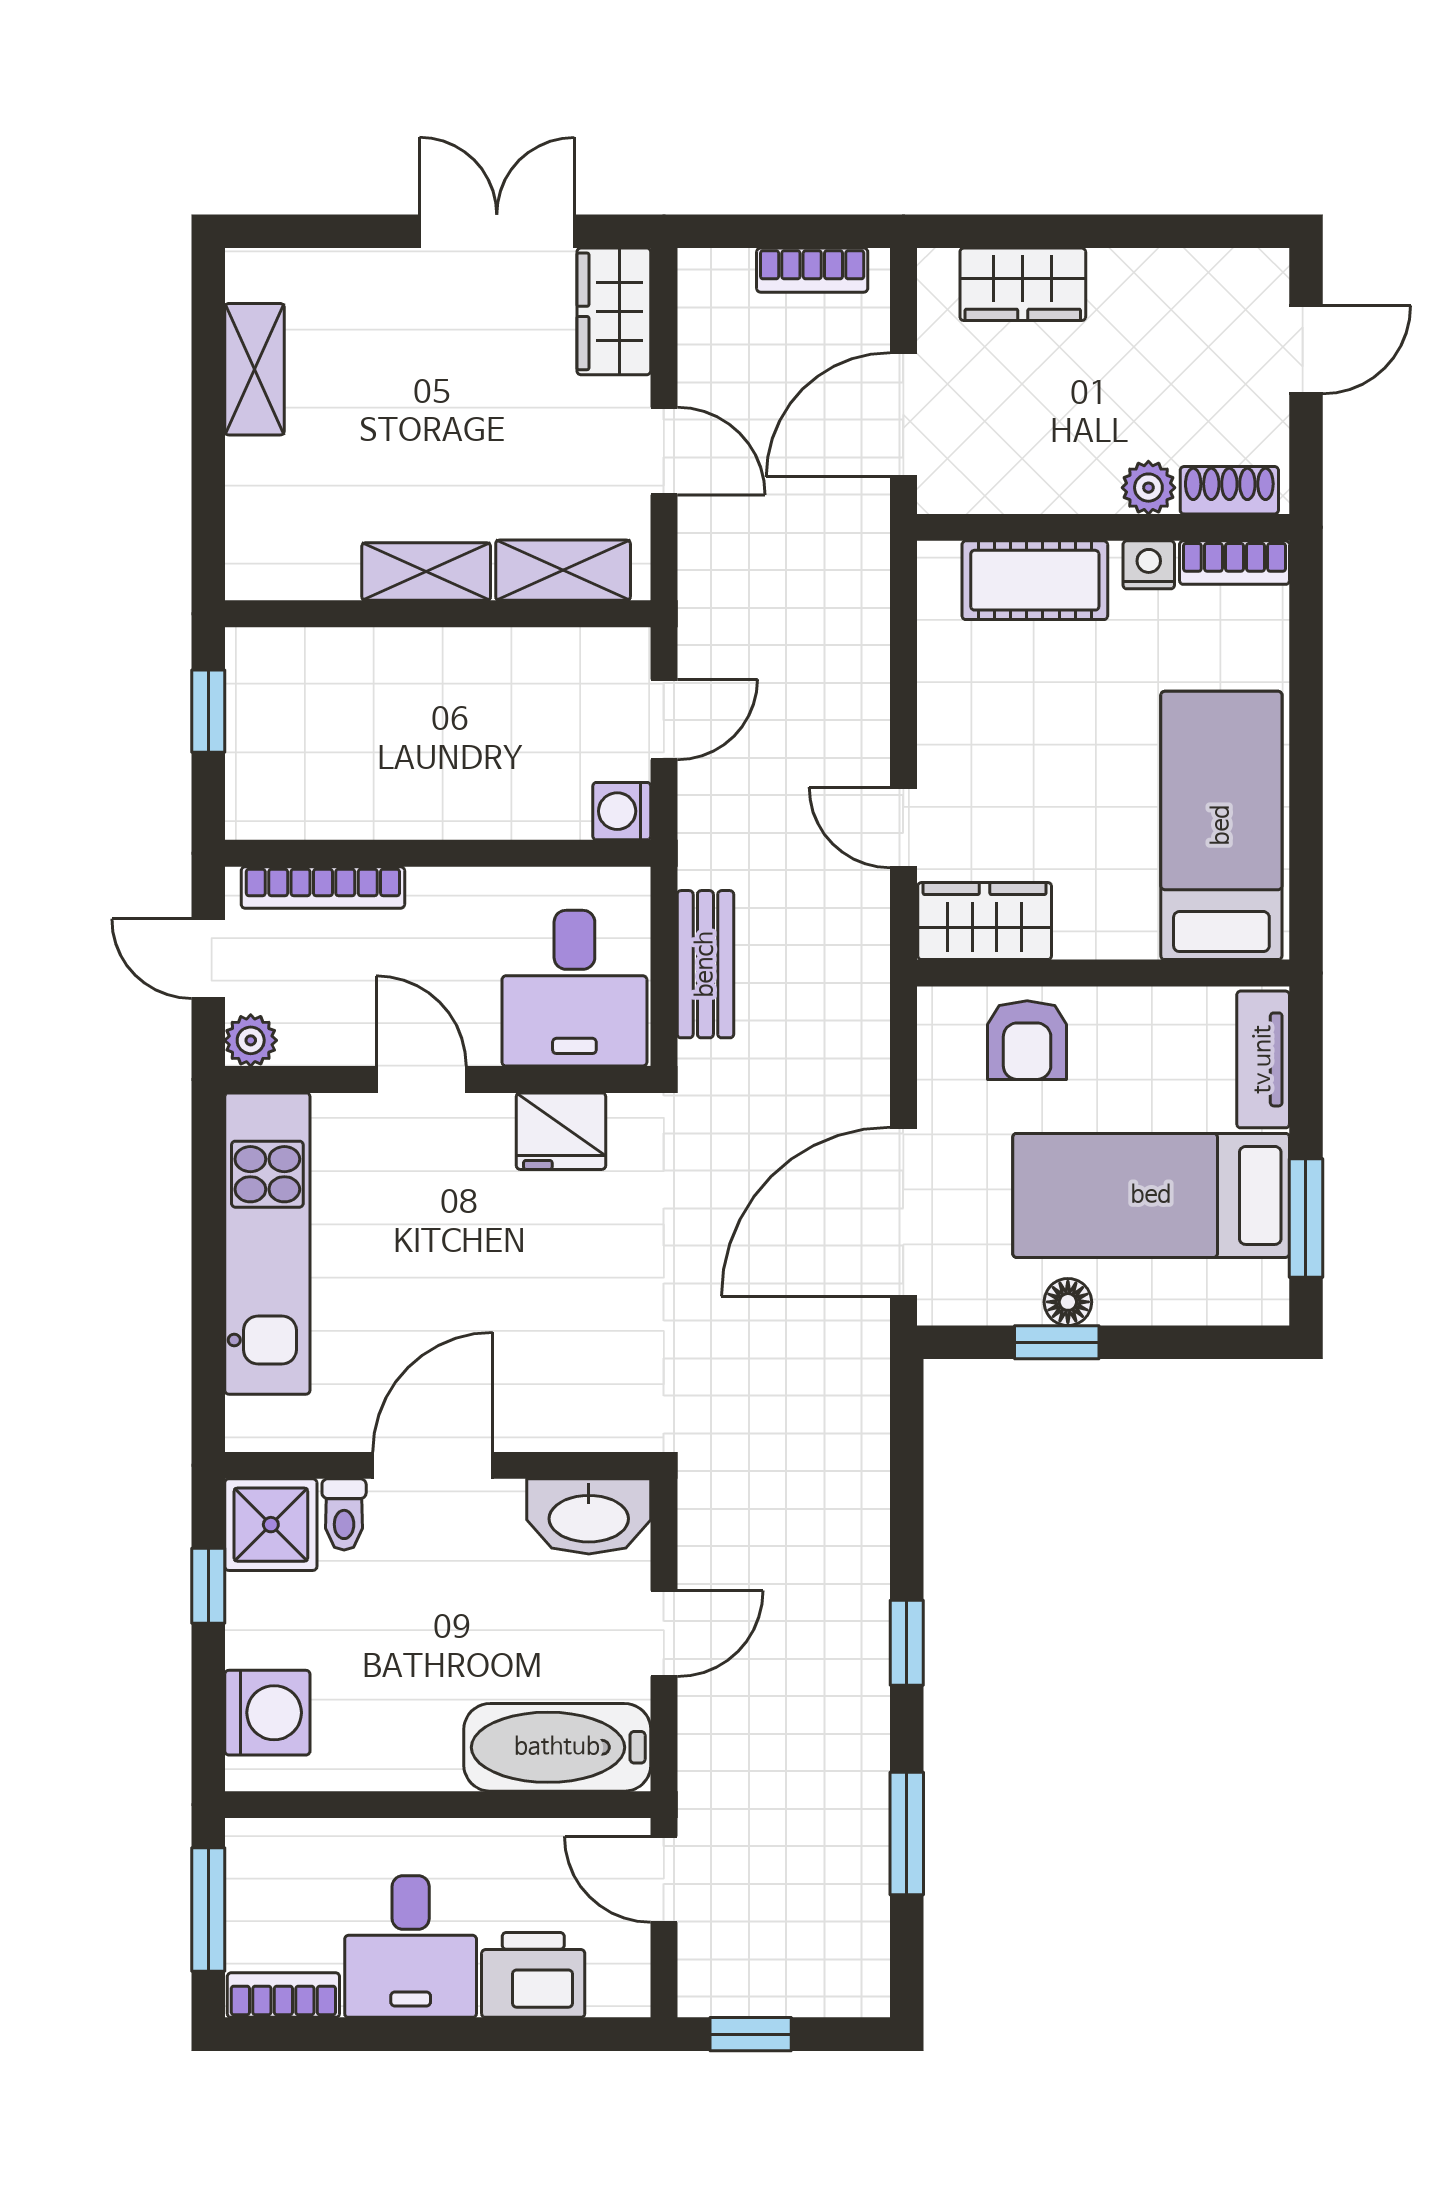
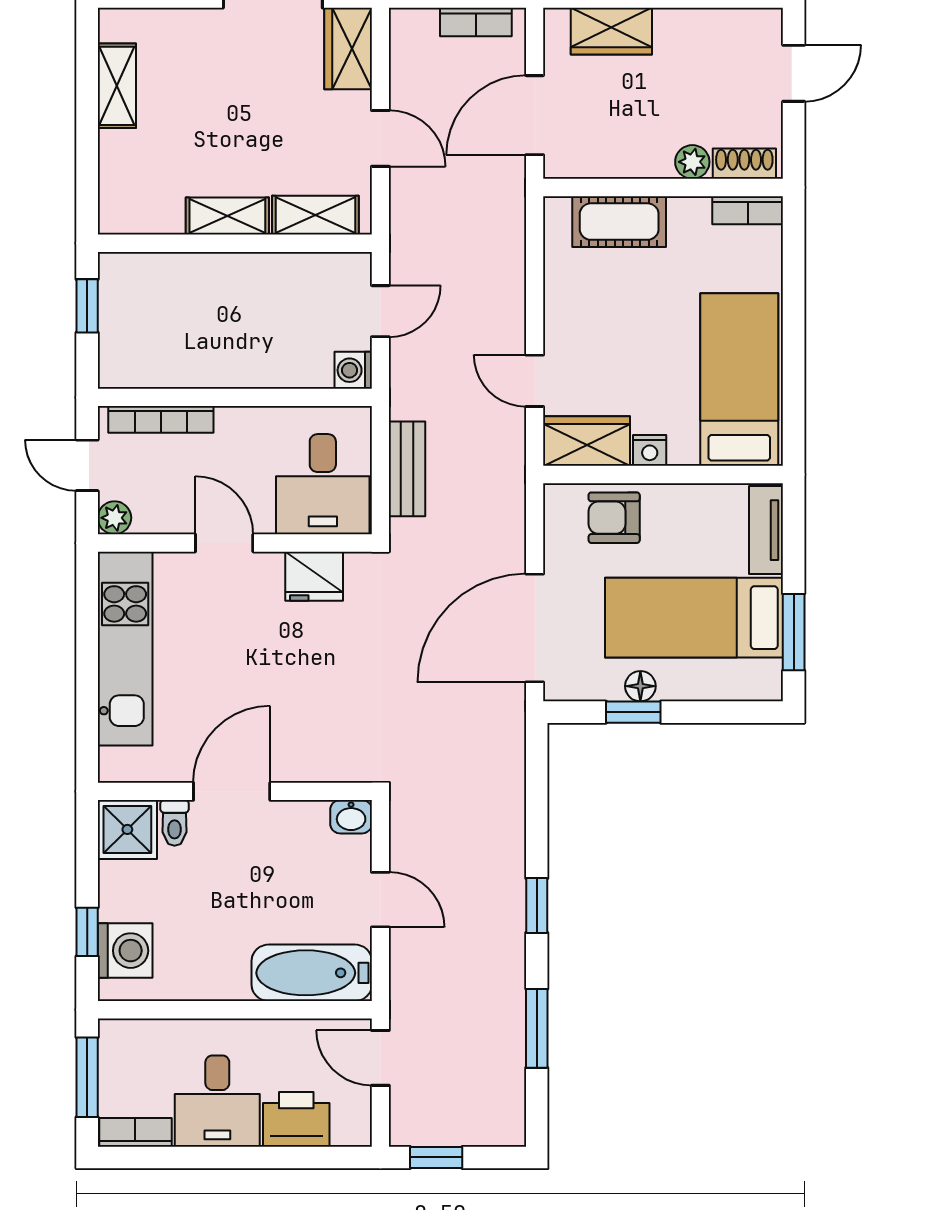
nightstand: (1149, 565) -> (650, 450), moved, turned 180
armchair: (1027, 1040) -> (614, 518), turned 90
washbasin: (589, 1516) -> (351, 817), width x0.52, depth x0.69
window: (208, 1586) -> (87, 932), moved
door: (664, 1634) -> (380, 900), hinge flipped

